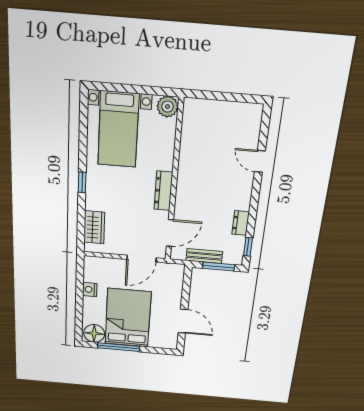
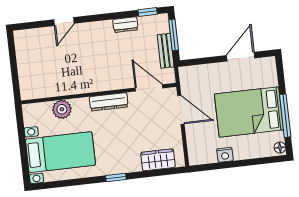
plant: (168, 107) -> (62, 109), moved
floor lamp: (94, 333) -> (280, 148), width x0.53, depth x0.53

